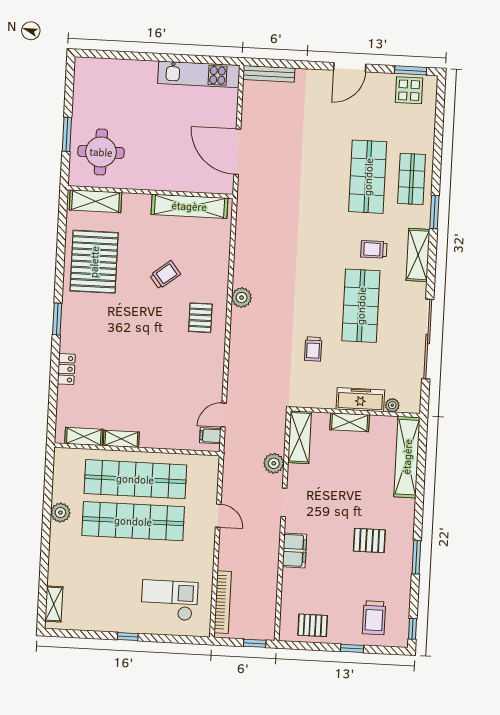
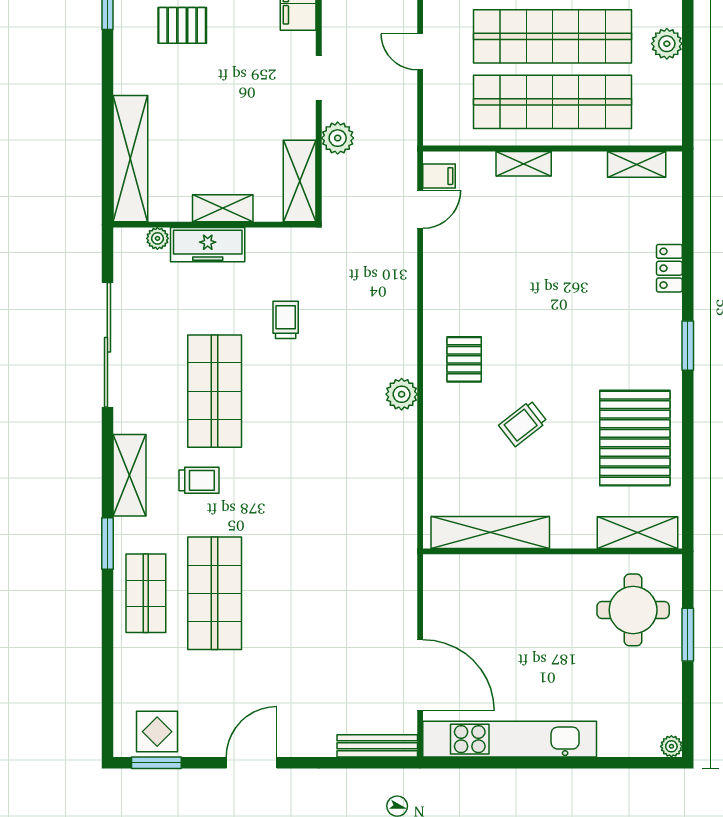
plant: (81, 64) -> (671, 746), added
kitchen unit: (199, 74) -> (510, 739), width x1.36
door: (237, 152) -> (420, 675), moved
shelving: (121, 439) -> (524, 164), moved

